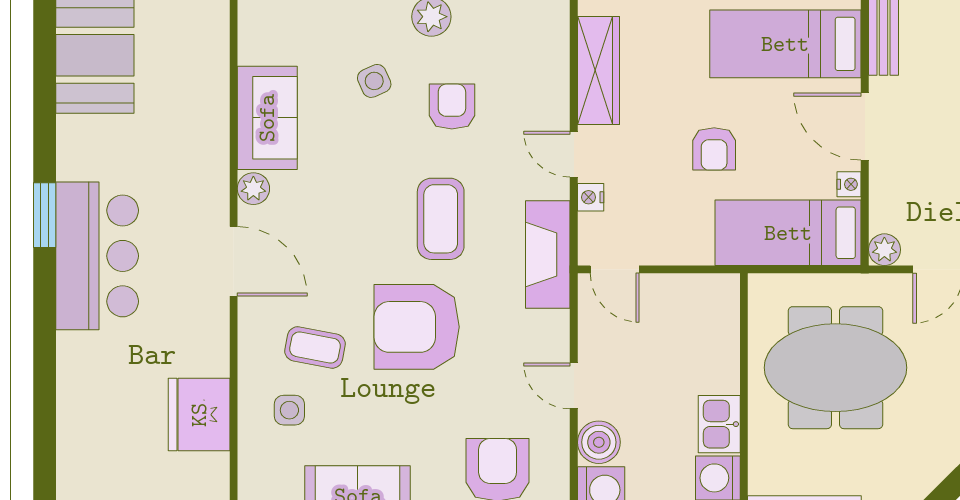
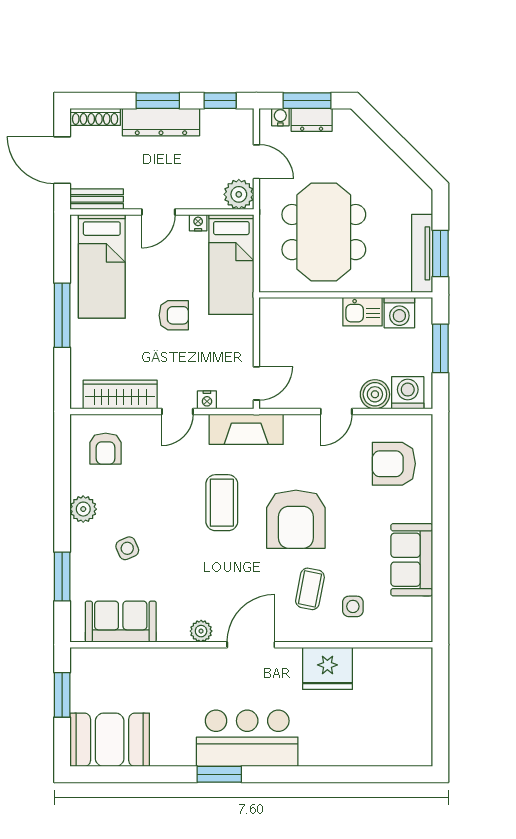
armchair: (452, 107) -> (106, 449), moved, turned -90
sofa: (267, 118) -> (121, 622), moved
door: (865, 127) -> (158, 212), width x0.73
coffee table: (441, 219) -> (222, 503), turned 90
plant: (884, 250) -> (239, 194), width x1.38, depth x1.38
fridge: (199, 415) -> (327, 668), moved

